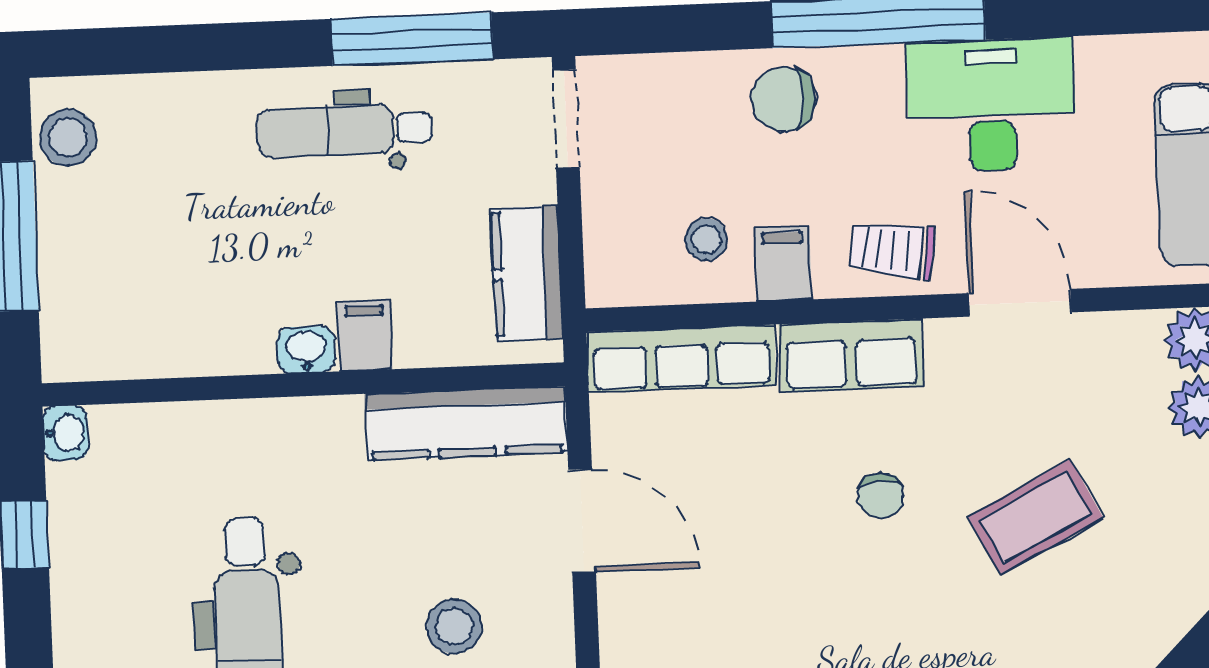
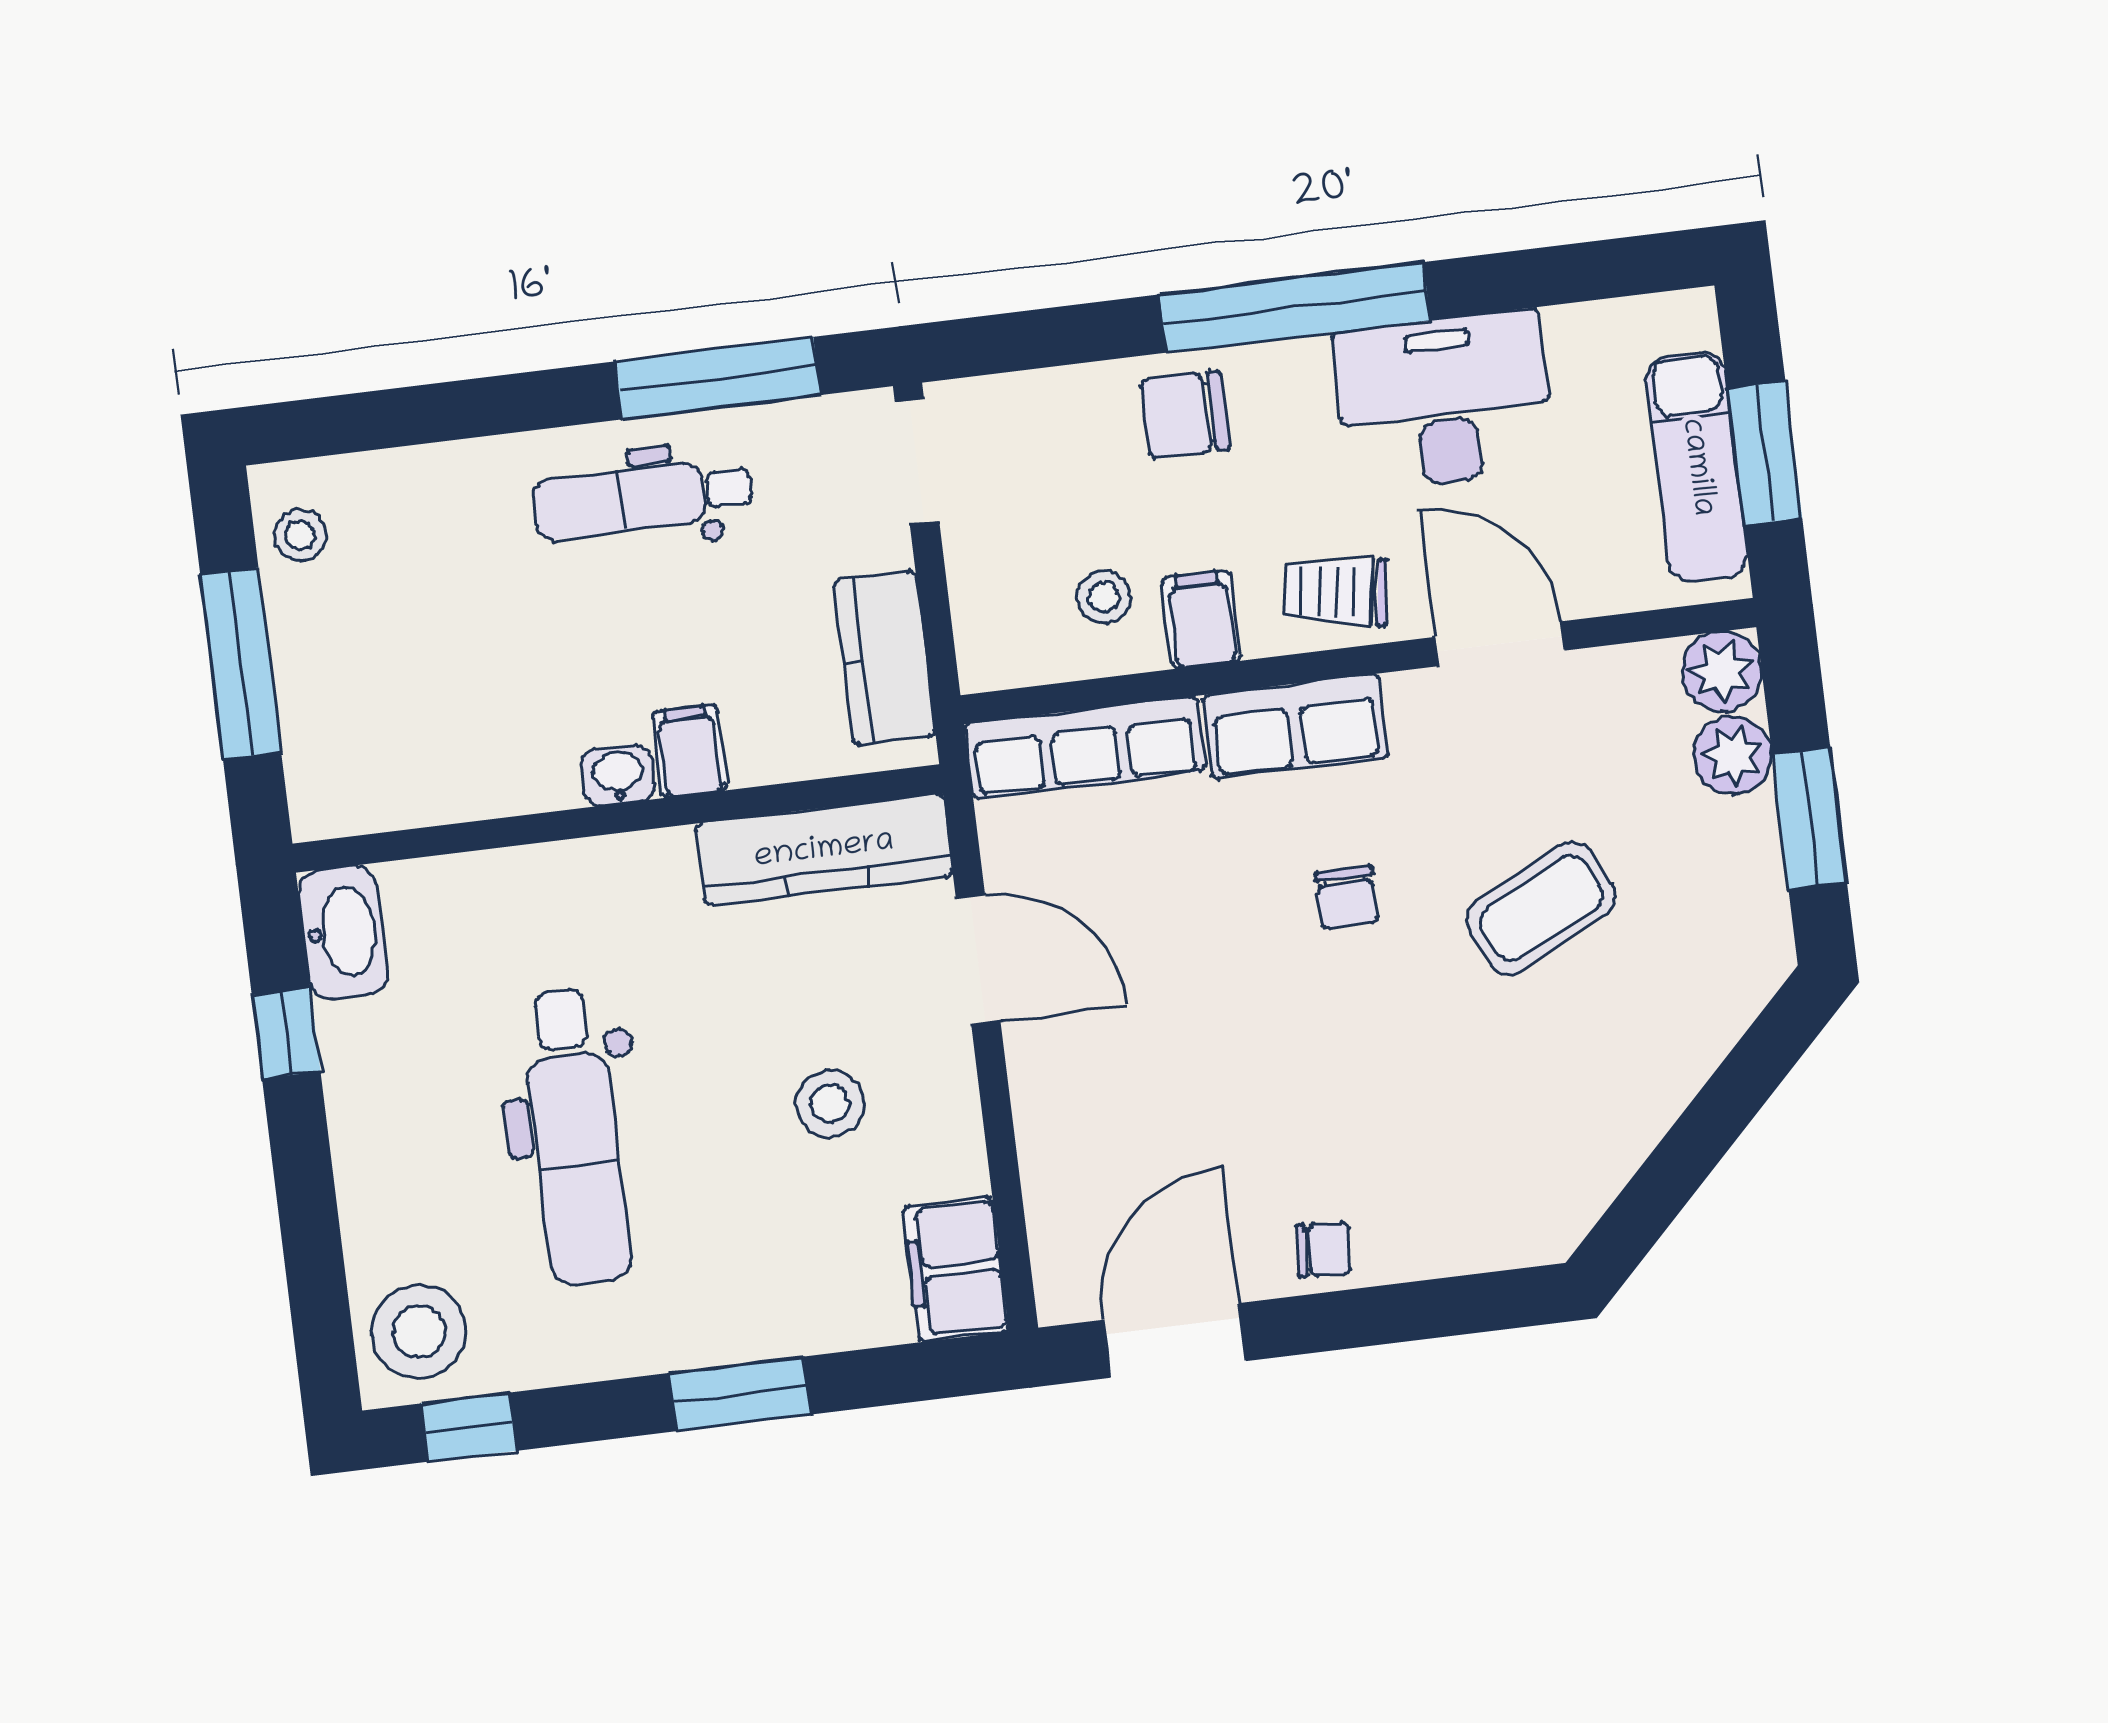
stool: (68, 137) -> (300, 536), width x0.73, depth x0.73
washbasin: (66, 433) -> (343, 932), width x1.91, depth x1.45

